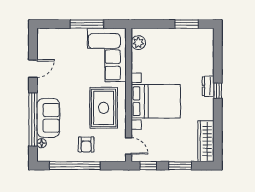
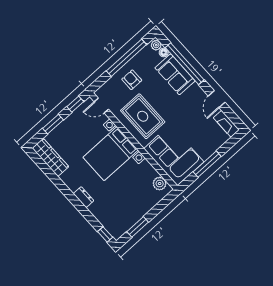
fireplace: (43, 42) -> (226, 124), added
window: (218, 91) -> (105, 234), moved
plant: (42, 154) -> (156, 45), added

